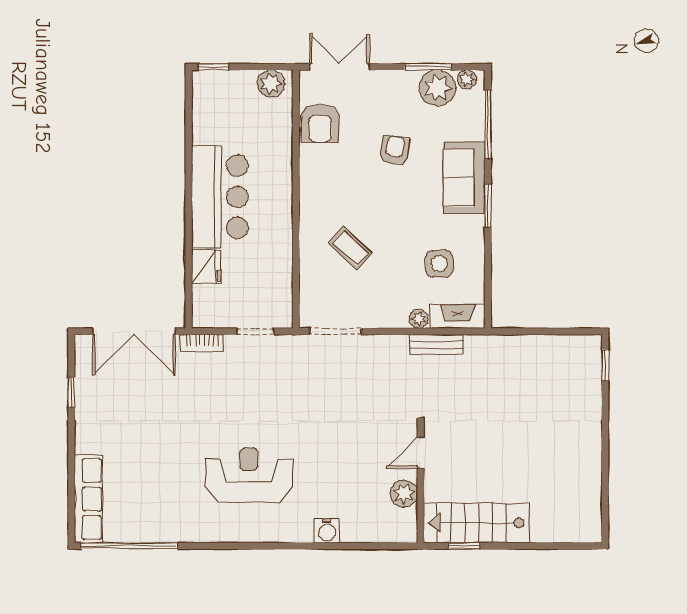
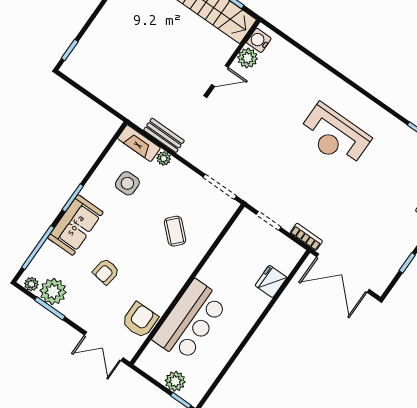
plant: (271, 84) -> (175, 381), moved
bar counter: (220, 197) -> (190, 321), moved, turned 180
double door: (134, 331) -> (343, 273), swing flipped
water cooler: (327, 531) -> (259, 40), moved, turned -90

